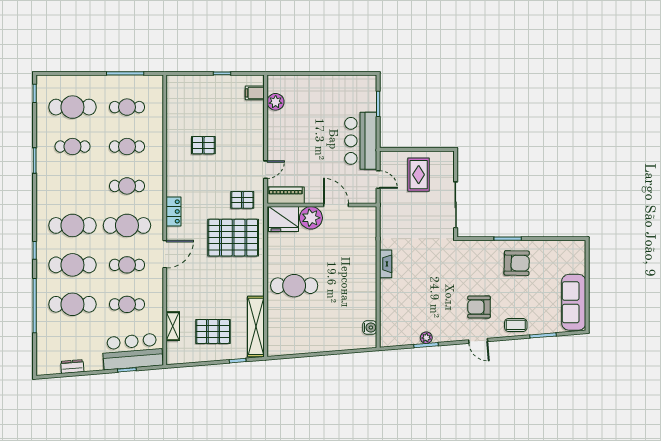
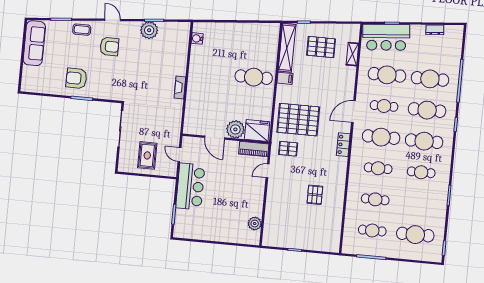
filing cabinet: (255, 93) -> (285, 78), moved
pallet: (203, 145) -> (315, 195), turned 90
cafe table: (72, 147) -> (421, 172), moved
cafe table: (127, 304) -> (387, 75), width x1.37, depth x1.35
plant: (426, 338) -> (149, 30), width x1.88, depth x1.88

